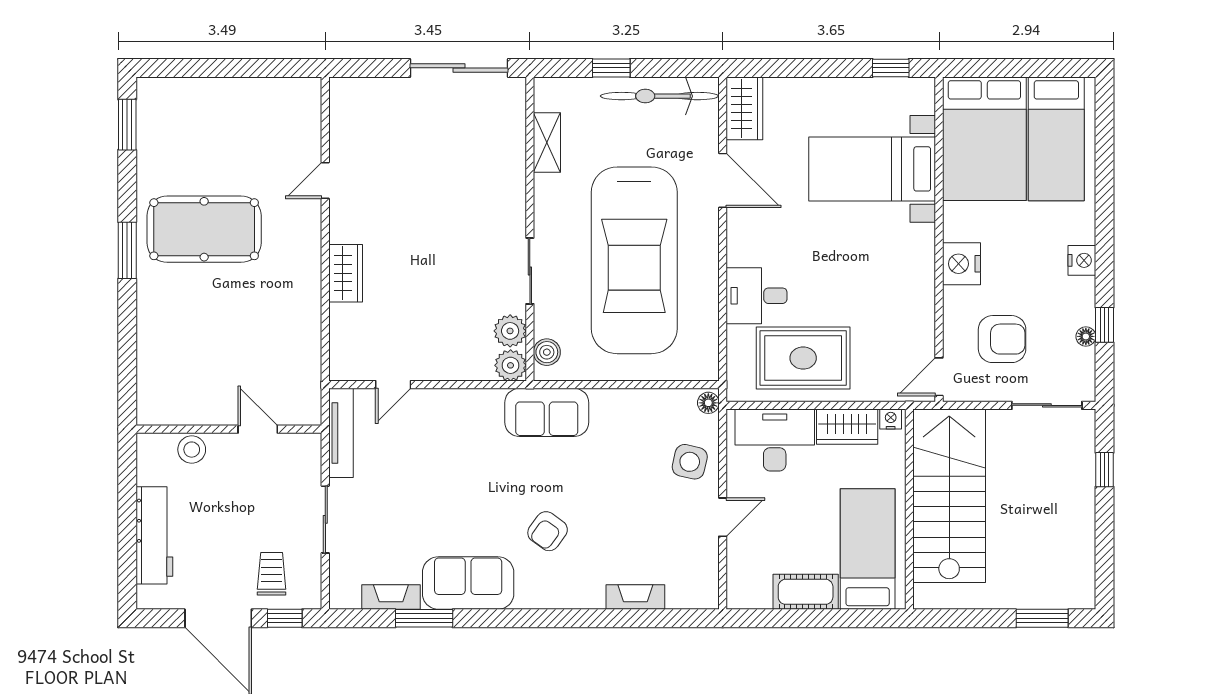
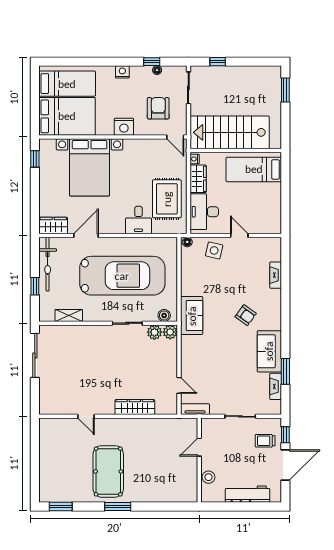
bed with nightstands: (872, 169) -> (90, 167), width x1.36
wardrobe: (346, 273) -> (135, 407), width x1.50
tv unit: (341, 433) -> (195, 409), width x0.71
cot: (806, 592) -> (273, 198), removed

